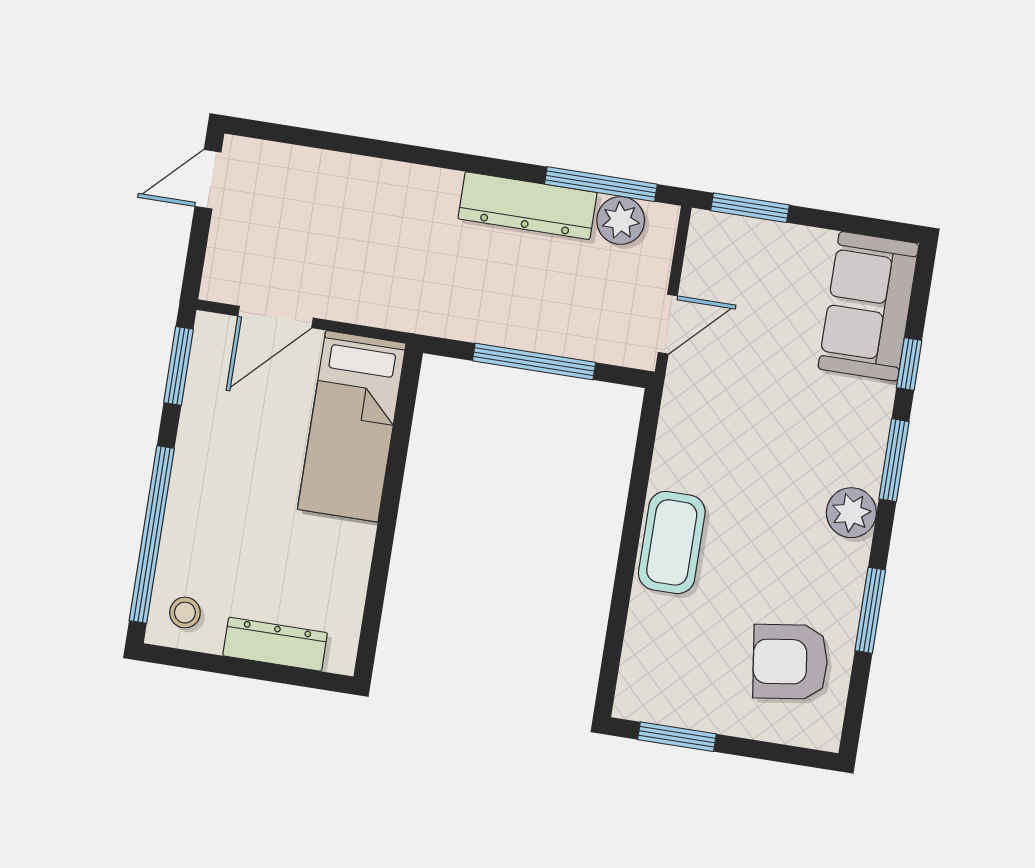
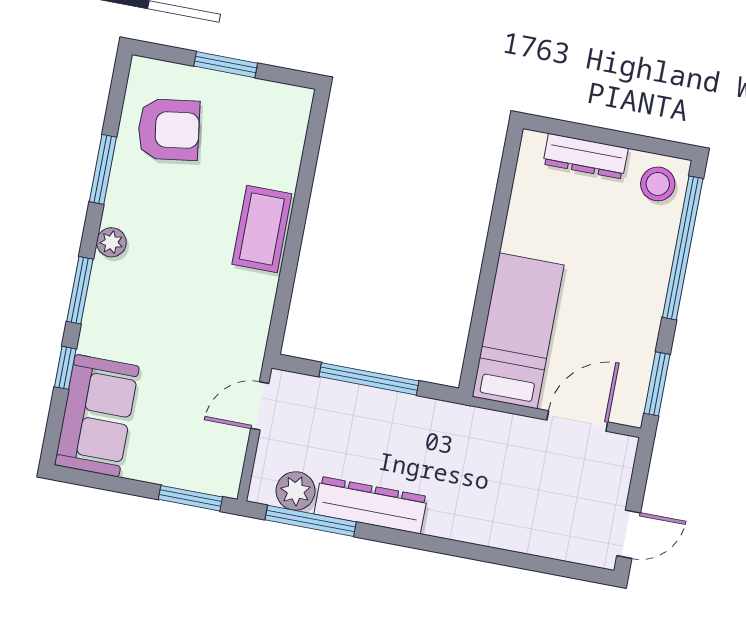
plant: (851, 513) -> (111, 242), width x0.73, depth x0.73
stool: (185, 613) -> (658, 184), width x1.37, depth x1.37
window: (677, 737) -> (226, 65), moved

